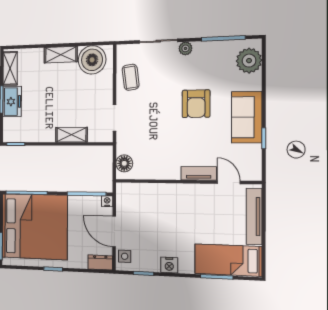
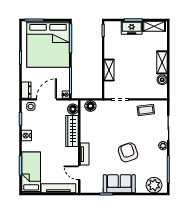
boiler: (92, 60) -> (162, 80), width x0.54, depth x0.54
armchair: (196, 104) -> (128, 152), turned 71
door: (229, 182) -> (79, 173), swing flipped
floor lamp: (129, 191) -> (73, 109), added
wardrobe: (162, 193) -> (72, 131), added

